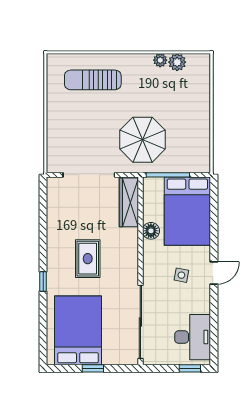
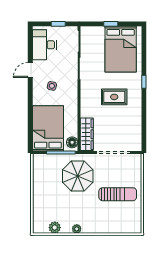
plant: (160, 60) -> (77, 229), moved
sun lounger: (93, 80) -> (118, 194), moved
floor lamp: (151, 231) -> (72, 142), moved
rug: (88, 259) -> (114, 97), turned 90
door: (214, 273) -> (30, 70), moved
window: (190, 368) -> (58, 24), moved

